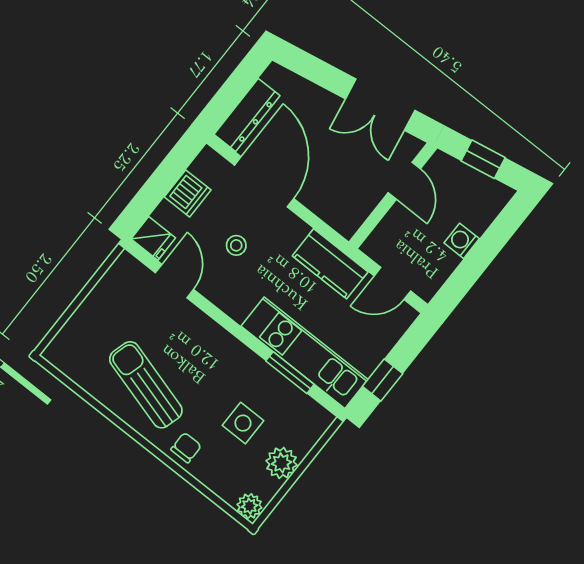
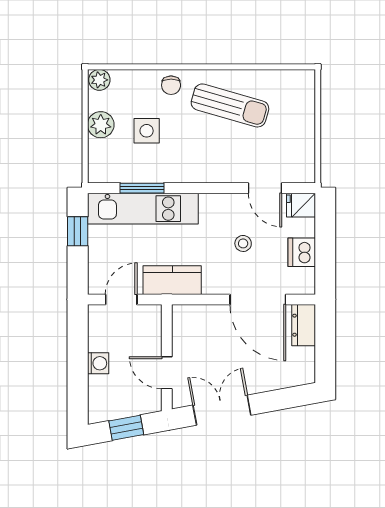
dresser: (247, 115) -> (304, 325), width x0.70

